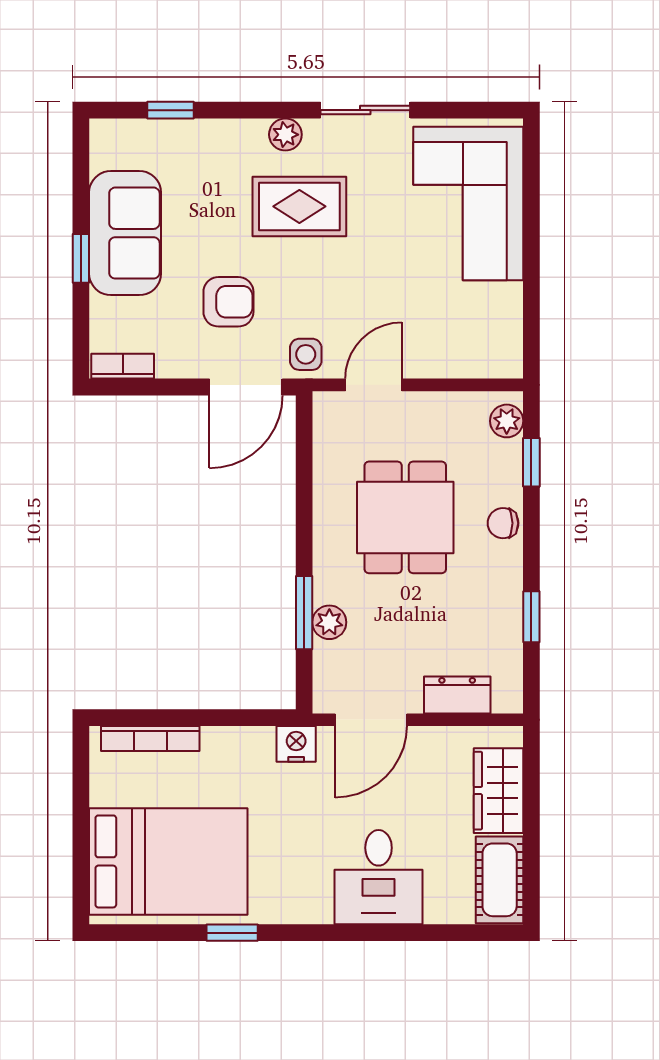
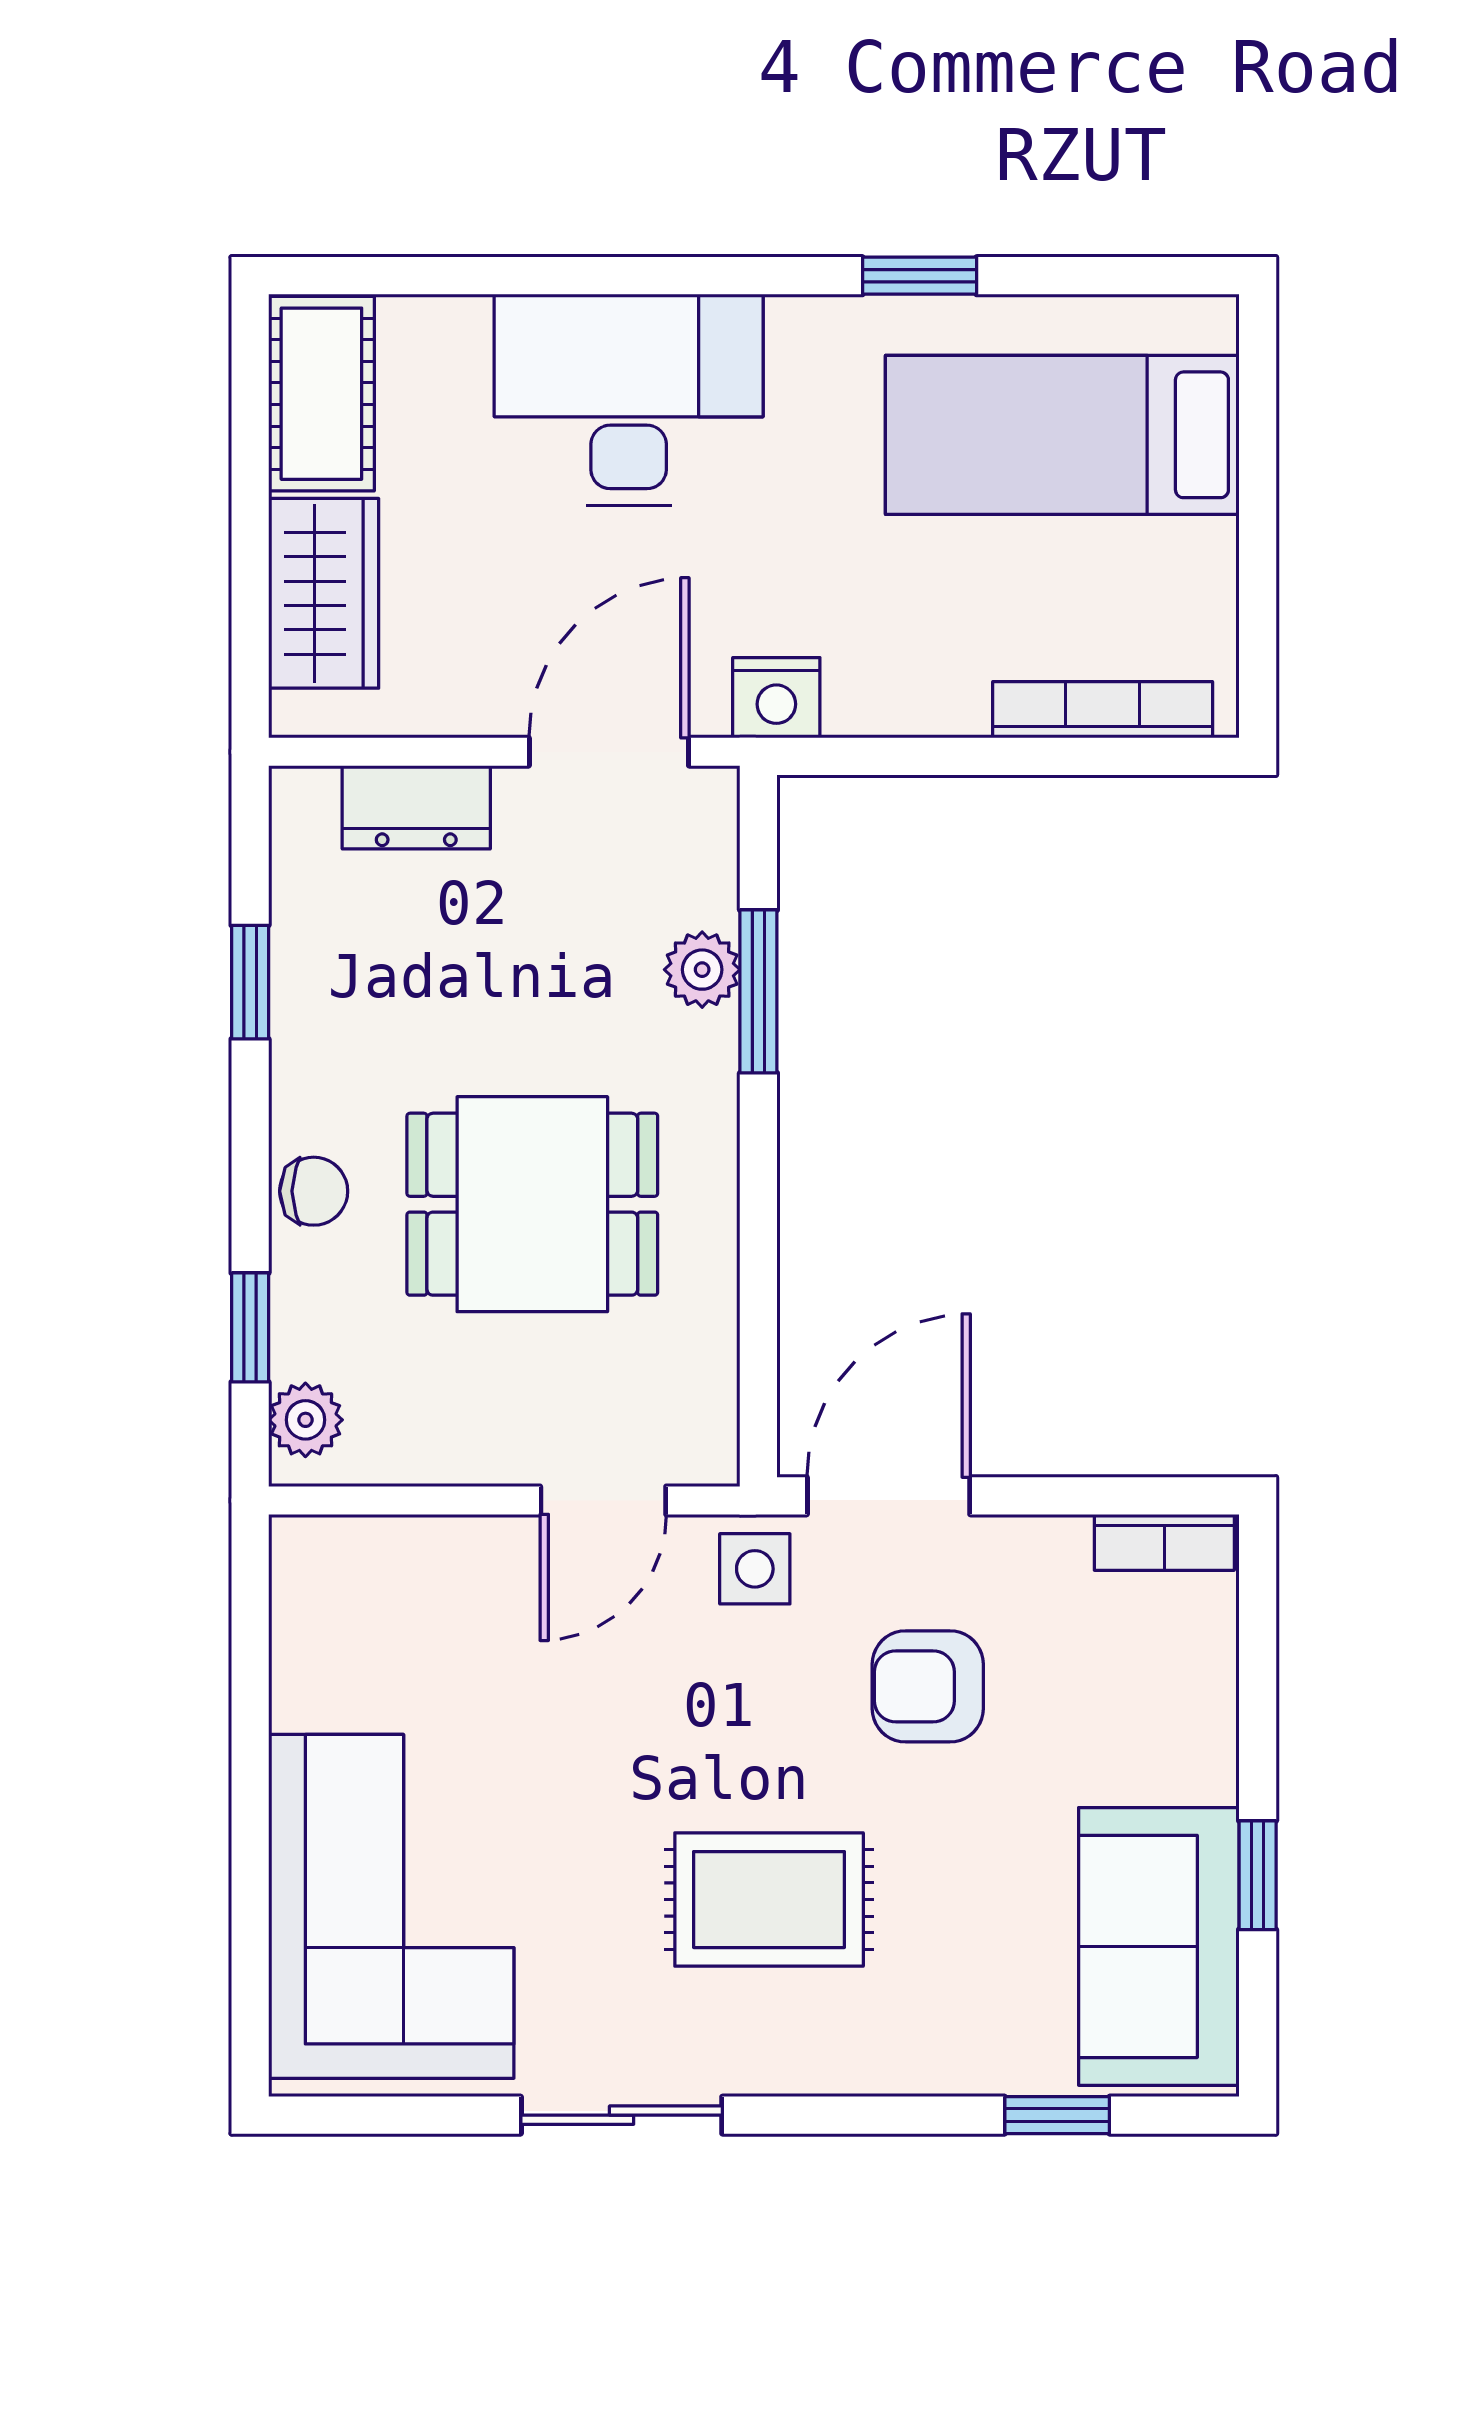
plant: (285, 135) -> (800, 2060), removed
sofa: (125, 233) -> (1159, 1946), moved
window: (81, 258) -> (1258, 1875), moved
dining table: (405, 517) -> (532, 1204), turned 90
bed: (168, 861) -> (1062, 435), width x0.67
desk: (379, 877) -> (629, 400), width x1.37

